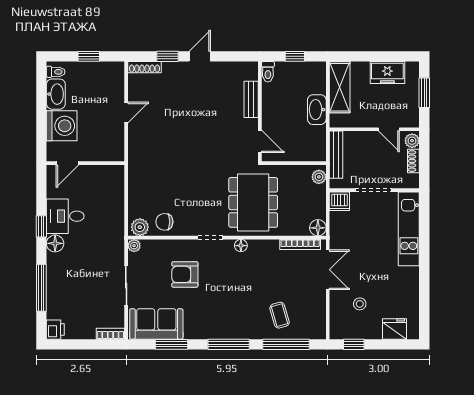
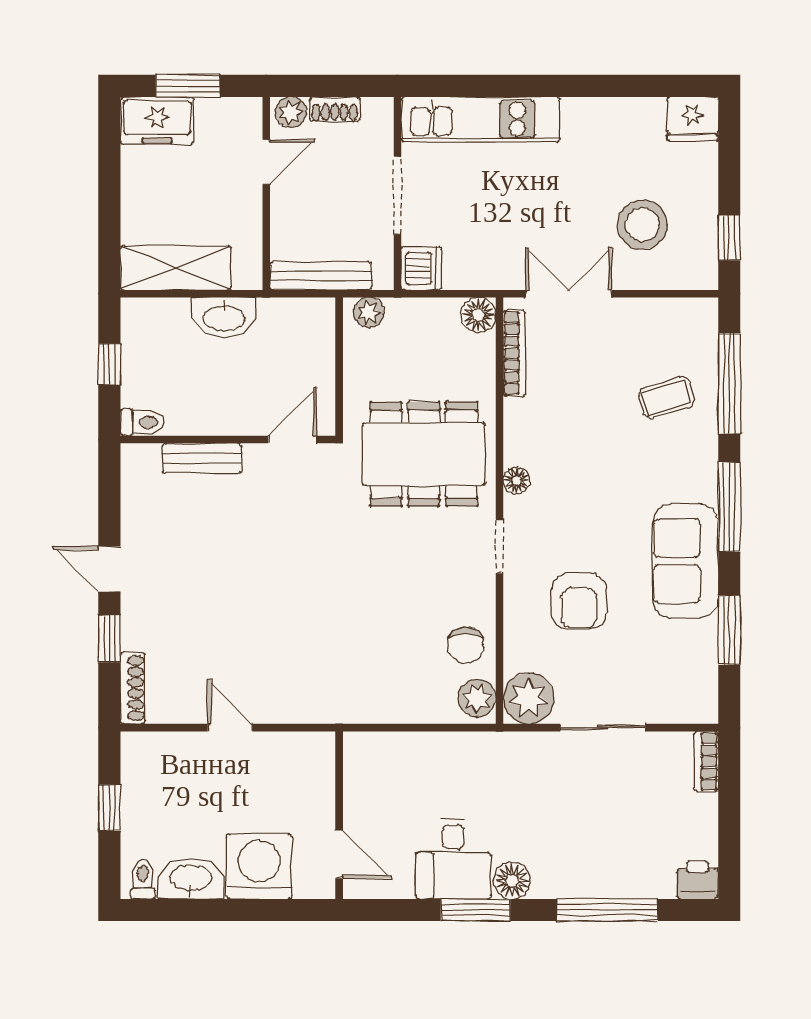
freezer: (387, 73) -> (157, 121), moved, turned 90
window: (41, 226) -> (476, 910), width x1.50
plant: (134, 246) -> (529, 698), width x1.88, depth x1.88
stool: (360, 304) -> (642, 225), width x1.89, depth x1.89
sofa: (156, 324) -> (685, 561), moved
fridge: (394, 329) -> (693, 119), moved, turned -90

